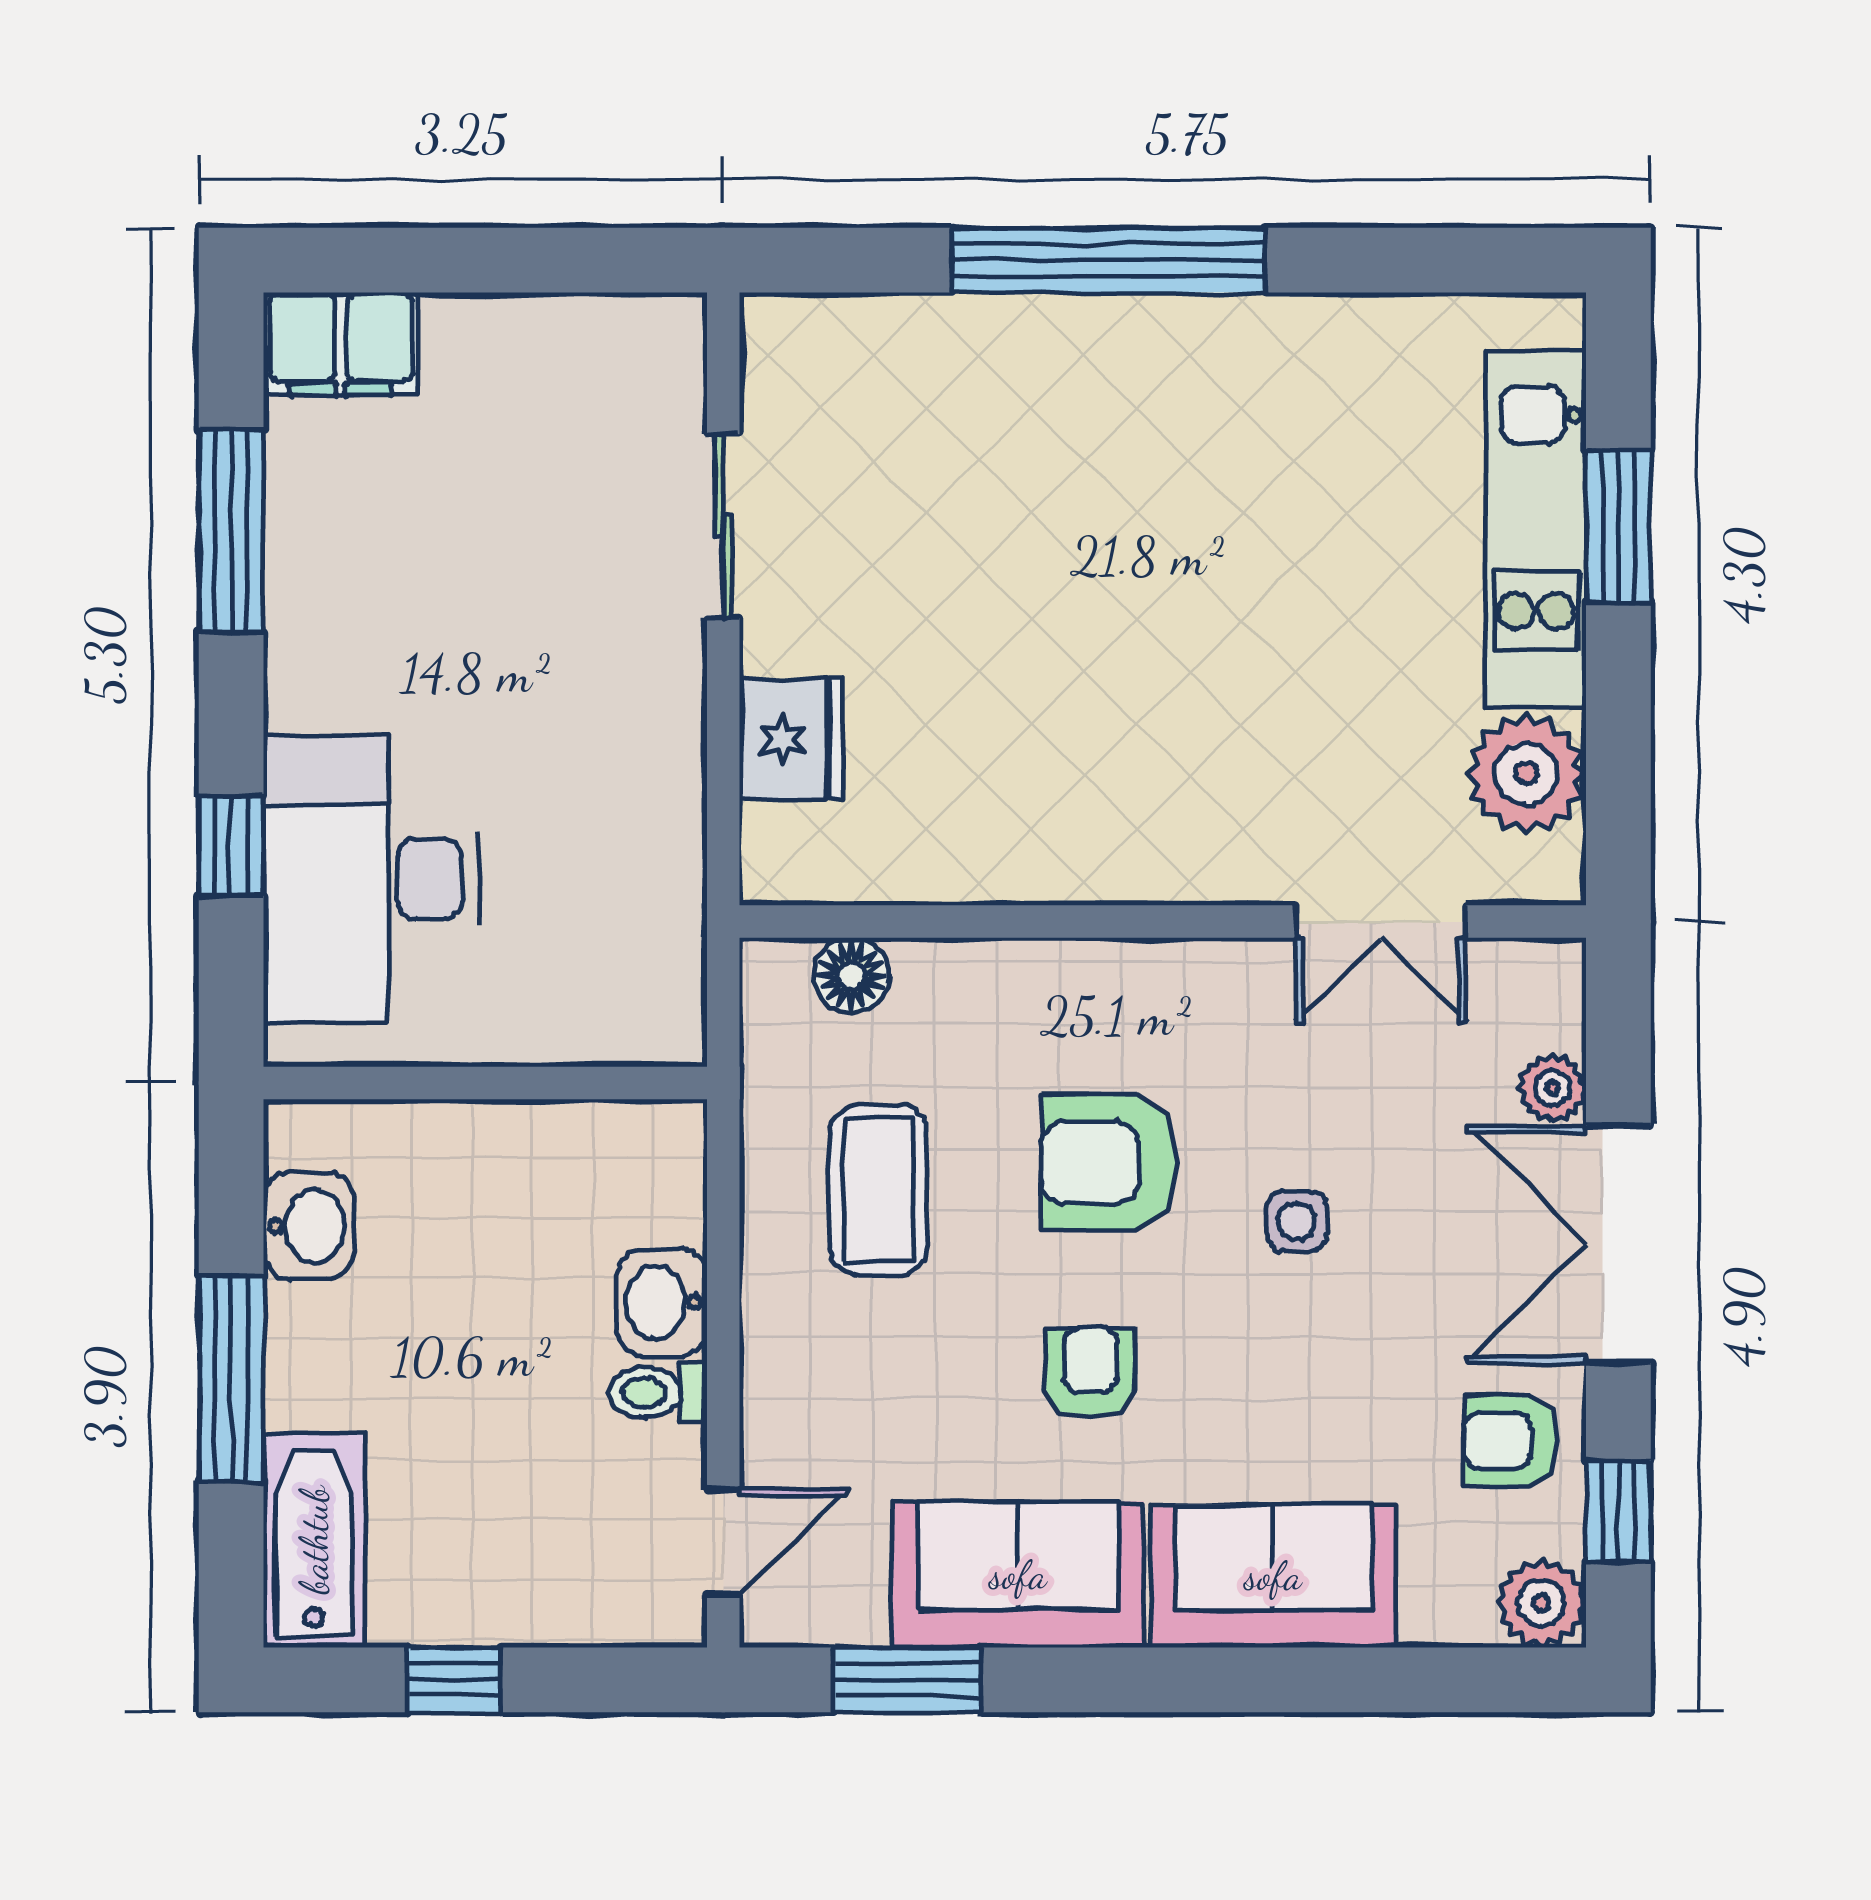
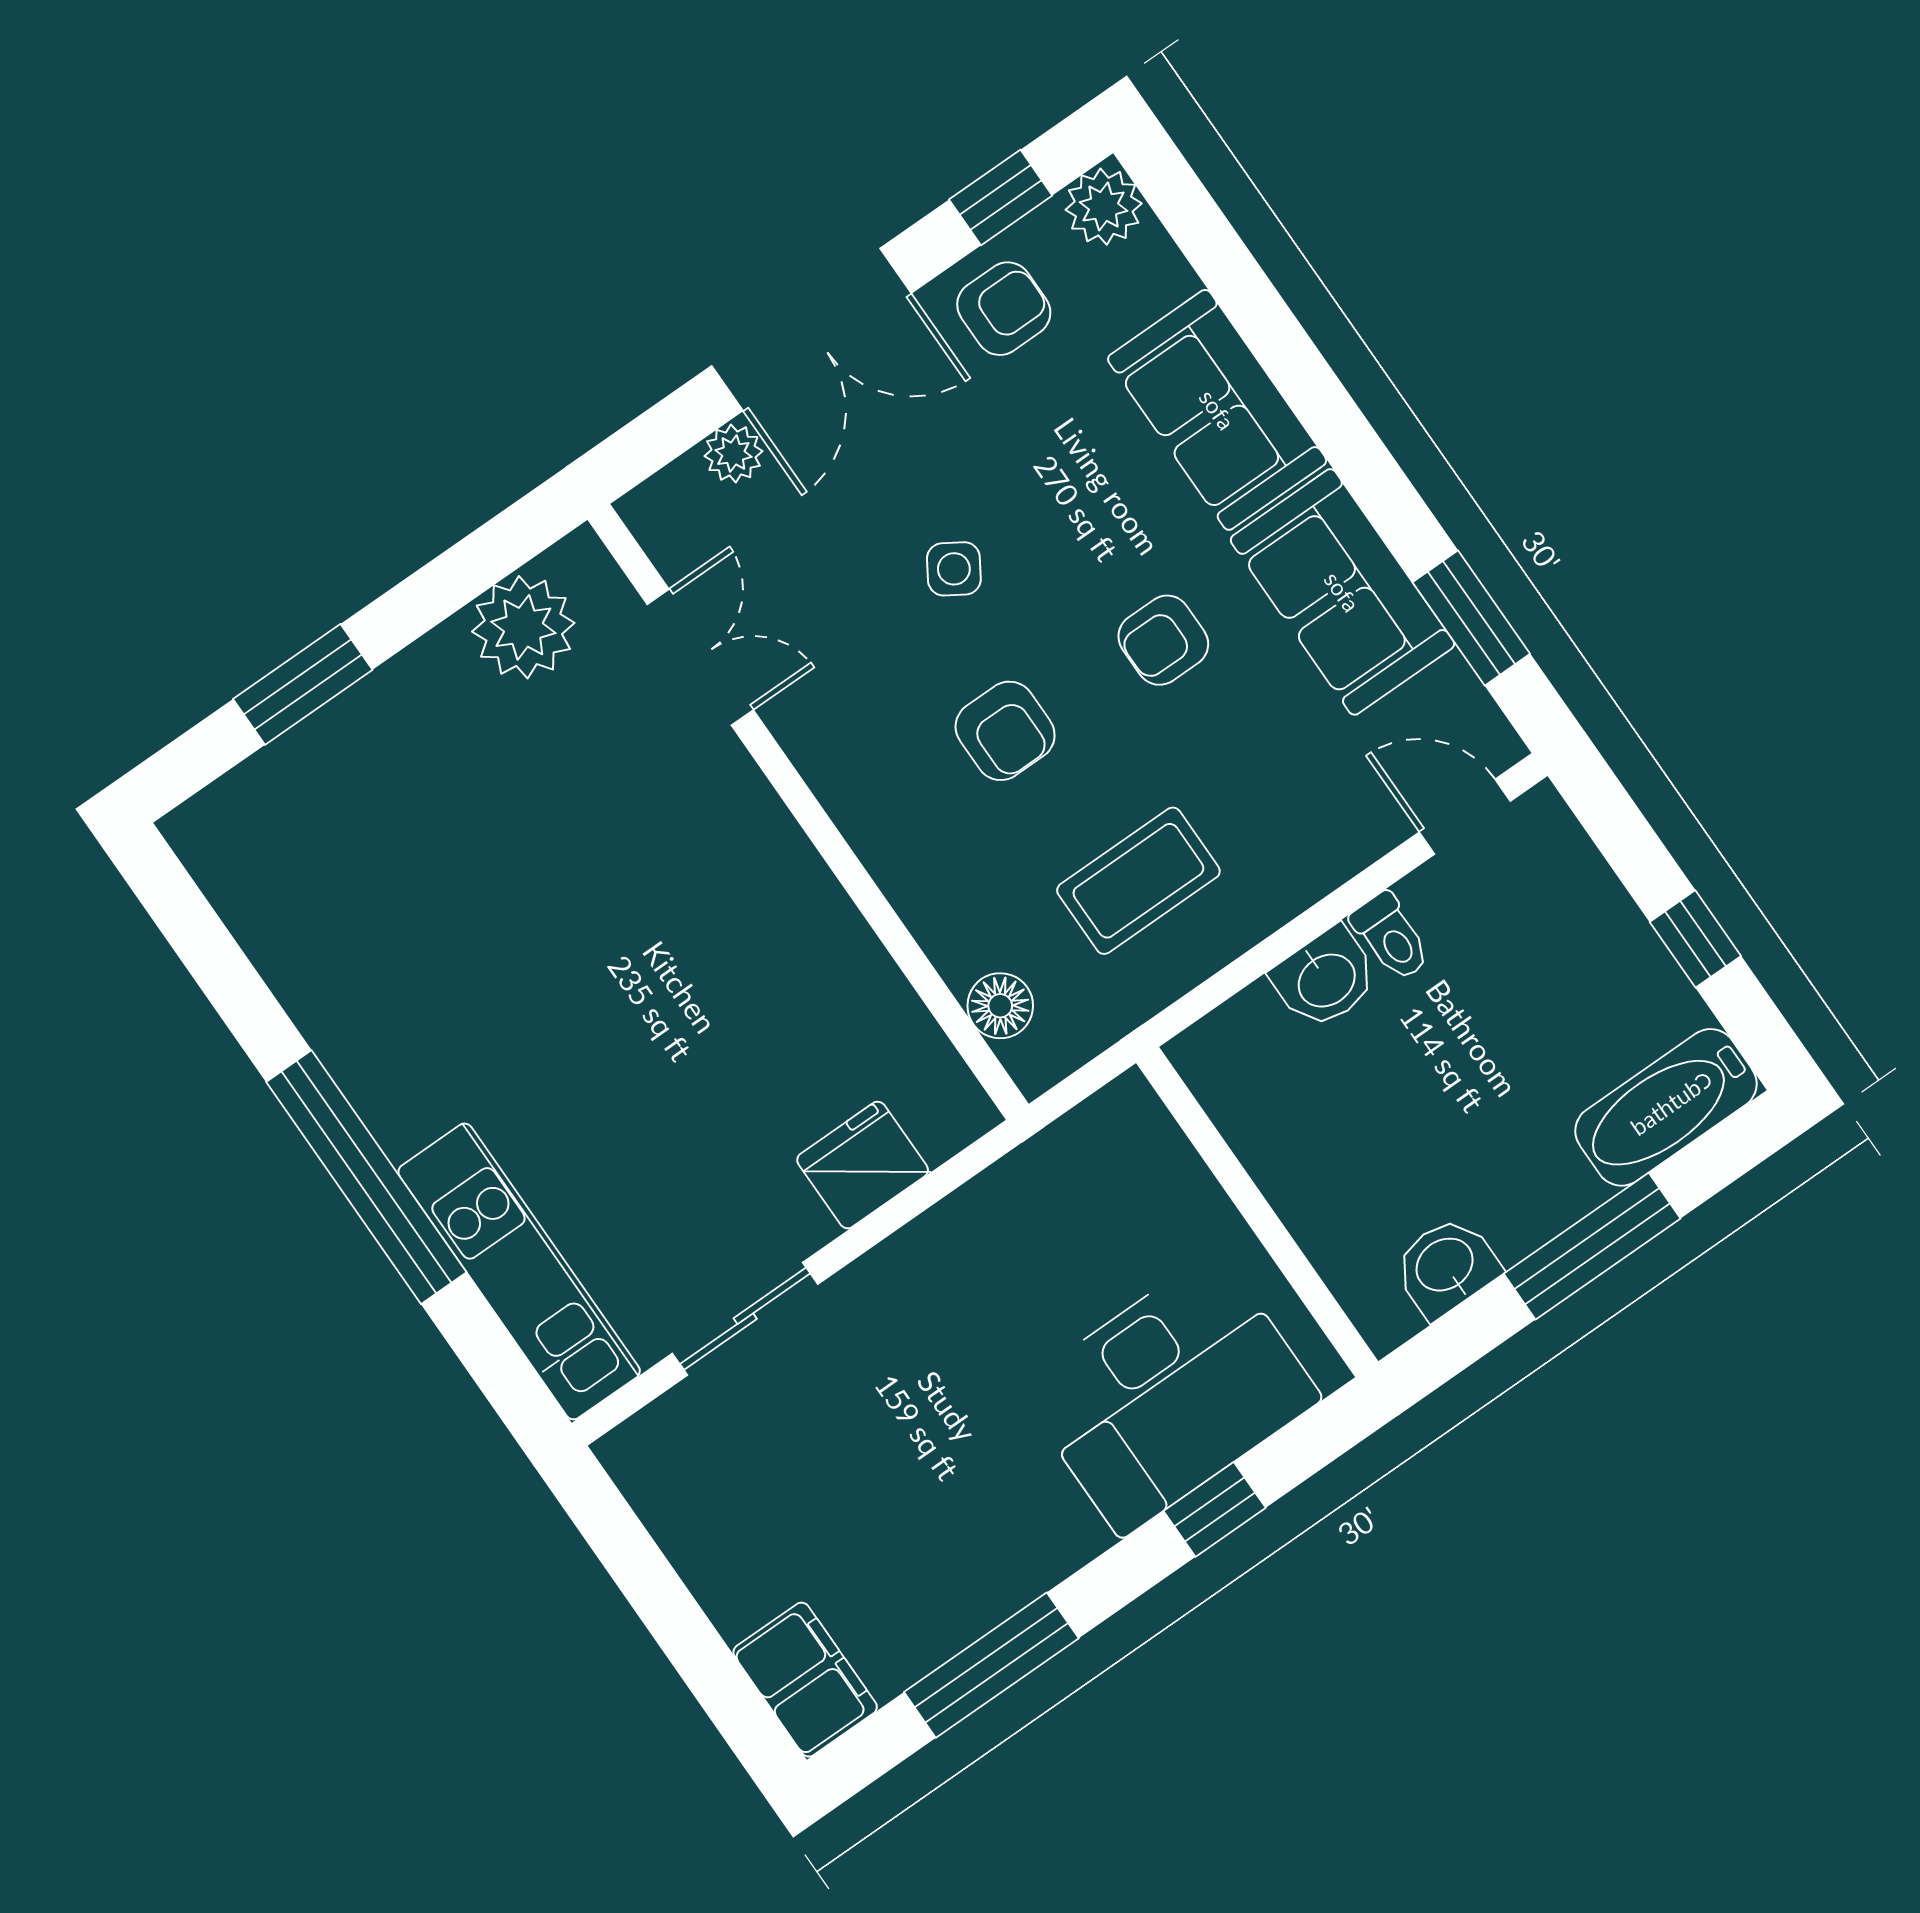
kitchen unit: (1536, 529) -> (519, 1271), moved, turned -90
armchair: (1109, 1162) -> (1005, 731), width x0.72, depth x0.72
side table: (1297, 1221) -> (954, 569), turned 32
armchair: (1511, 1441) -> (1004, 309), turned -90

